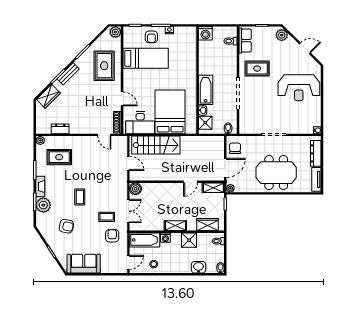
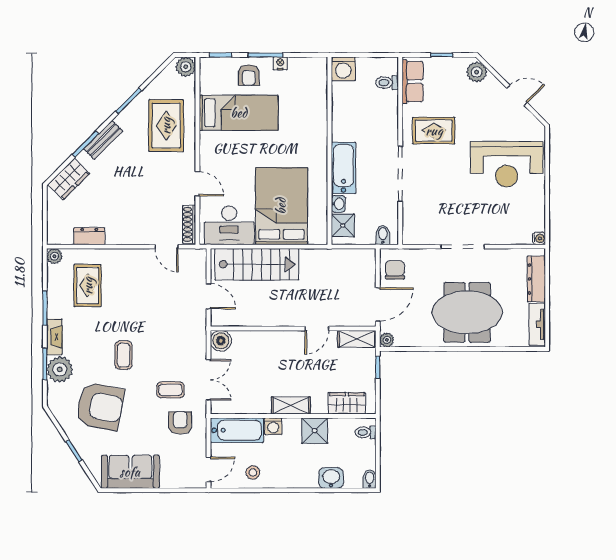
rug: (59, 157) -> (88, 286), turned 90
armchair: (66, 226) -> (100, 406), width x1.88, depth x1.88

